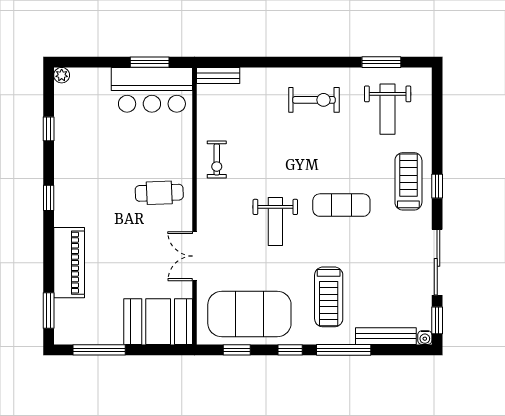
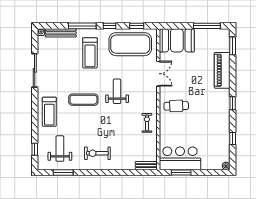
window: (437, 186) -> (35, 149), moved
treadmill: (329, 297) -> (90, 53), turned 180
window: (437, 320) -> (35, 41), removed

